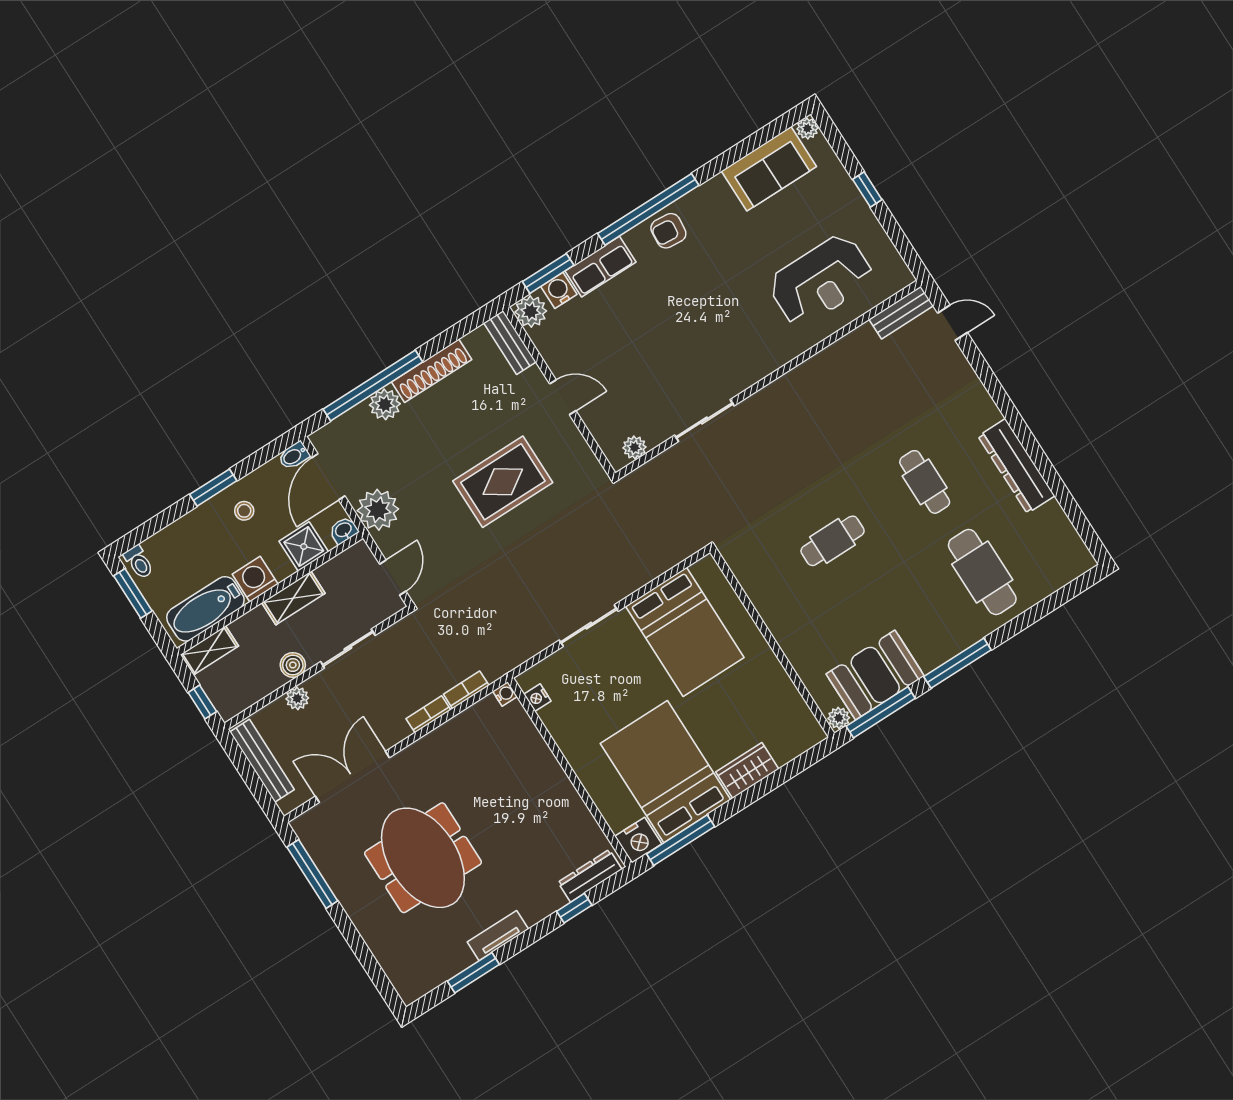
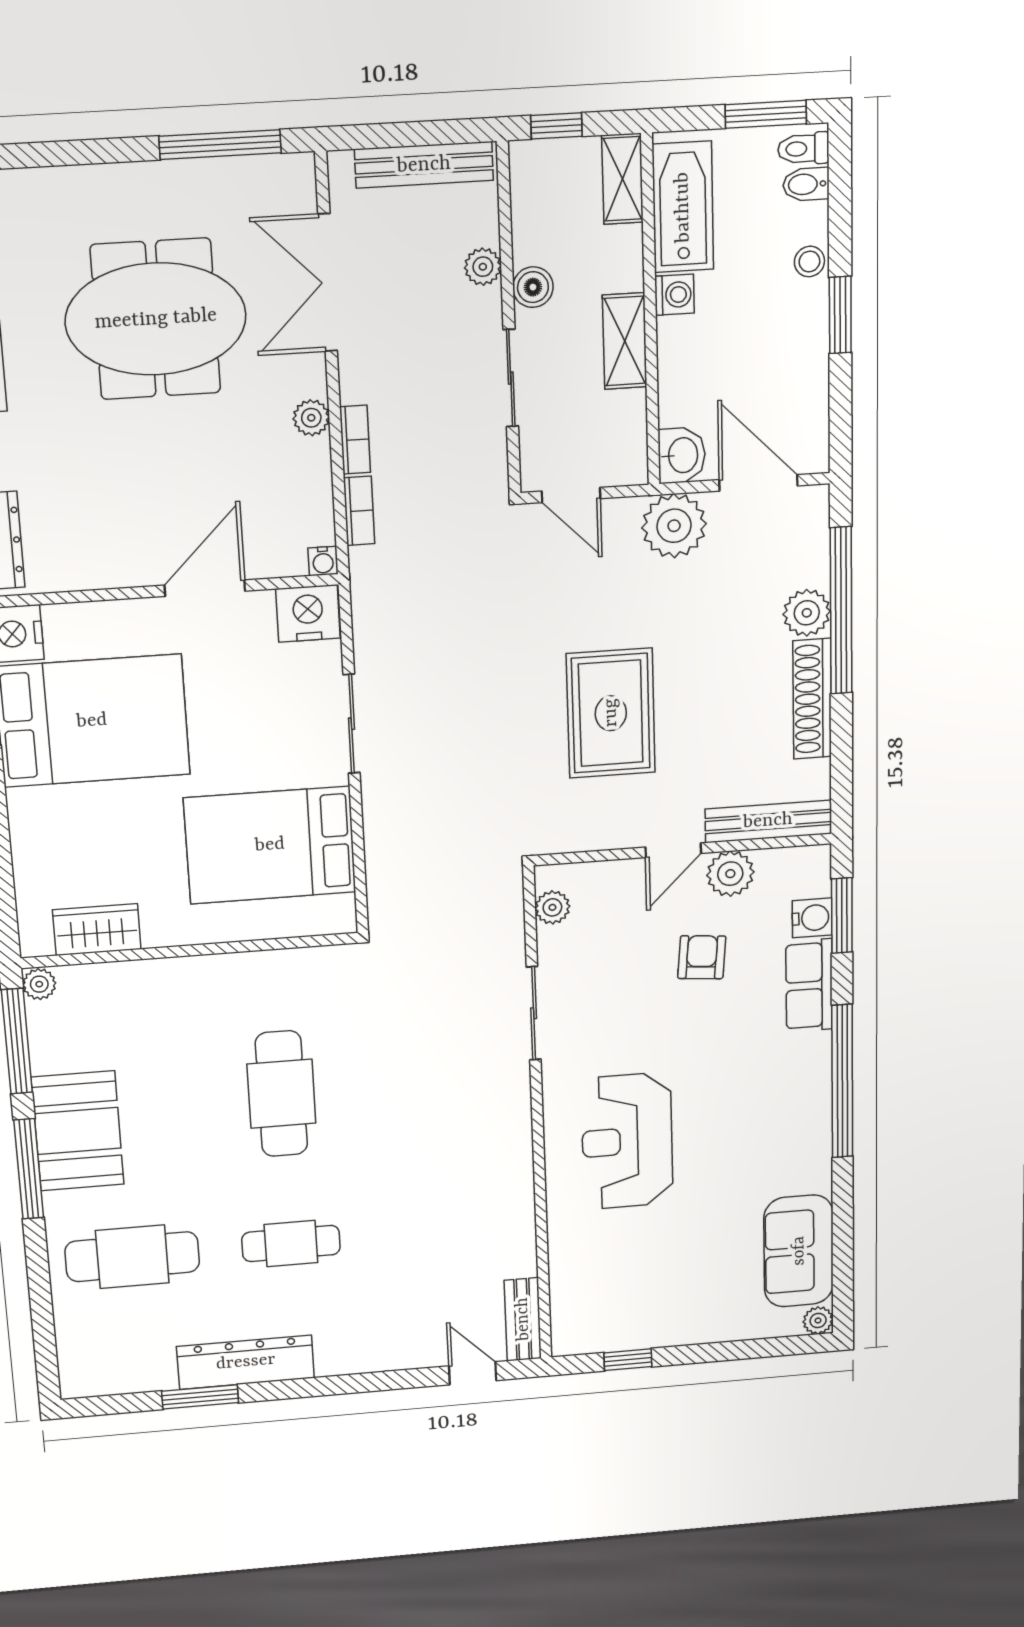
window: (867, 189) -> (628, 1360), moved
armchair: (668, 231) -> (702, 957), moved
reception desk: (821, 280) -> (627, 1141), moved
plant: (531, 312) -> (730, 874), moved
door: (952, 323) -> (473, 1373), swing flipped
bench: (510, 342) -> (768, 821), width x1.36
bidet: (294, 456) -> (806, 184), moved, turned -90
window: (1054, 481) -> (200, 1397), added
stool: (244, 511) -> (809, 261), moved
washbasin: (344, 530) -> (682, 455), width x1.38, depth x1.45
cafe table: (833, 541) -> (281, 1094), width x1.37, depth x1.35
shower: (304, 547) -> (686, 396), removed
washing machine: (255, 579) -> (675, 295), width x0.73, depth x0.73
booth: (875, 675) -> (78, 1131), moved
nightstand: (537, 698) -> (308, 613), width x1.89, depth x1.79
plant: (430, 745) -> (311, 418), added
door: (556, 751) -> (205, 588), added
wardrobe: (747, 771) -> (97, 930), moved, turned -90
double door: (352, 777) -> (328, 283), swing flipped

